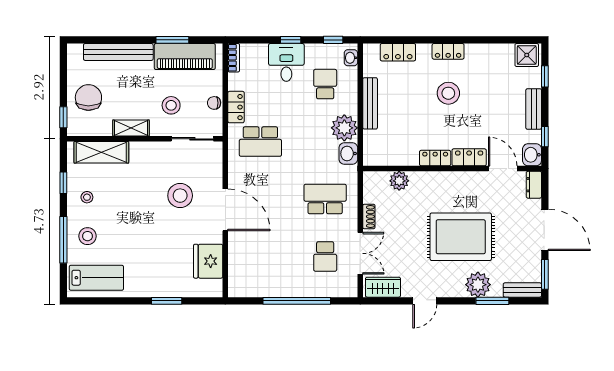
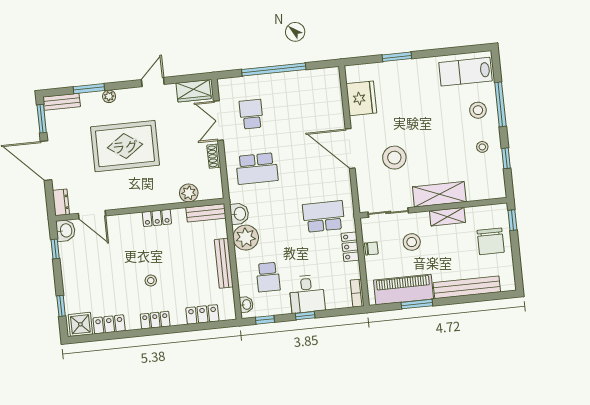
stool: (448, 93) -> (151, 281), width x0.53, depth x0.53
bench: (534, 109) -> (206, 213), moved, turned 90
shelving: (101, 152) -> (439, 194), moved
locker: (469, 157) -> (109, 324), moved, turned 180
plant: (478, 285) -> (109, 96), width x0.53, depth x0.53

